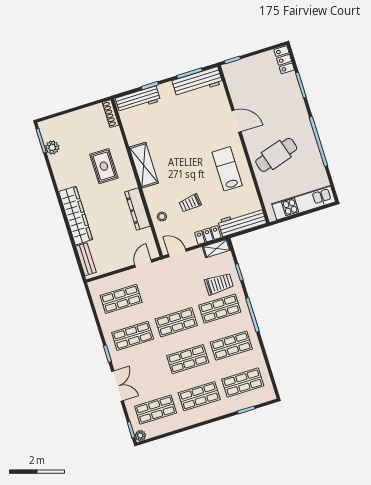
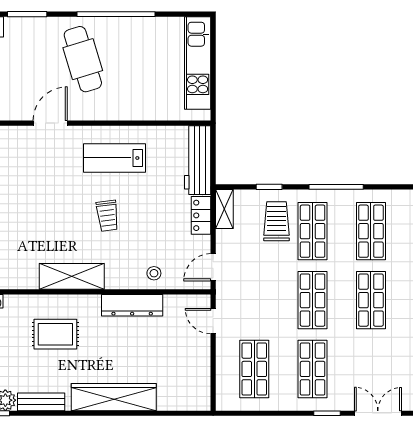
cafe table: (276, 155) -> (83, 59), moved
trolley: (190, 203) -> (107, 216), moved
bench: (86, 259) -> (41, 402), moved

